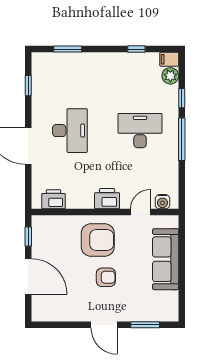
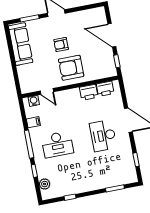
filing cabinet: (169, 59) -> (33, 122), moved
printer: (107, 199) -> (89, 92), moved
door: (140, 212) -> (47, 91), hinge flipped
sofa: (166, 259) -> (21, 44), moved

